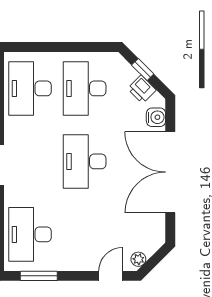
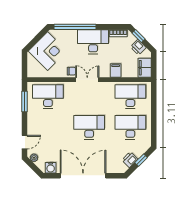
water cooler: (156, 117) -> (51, 168), moved
door: (111, 276) -> (24, 142), hinge flipped

